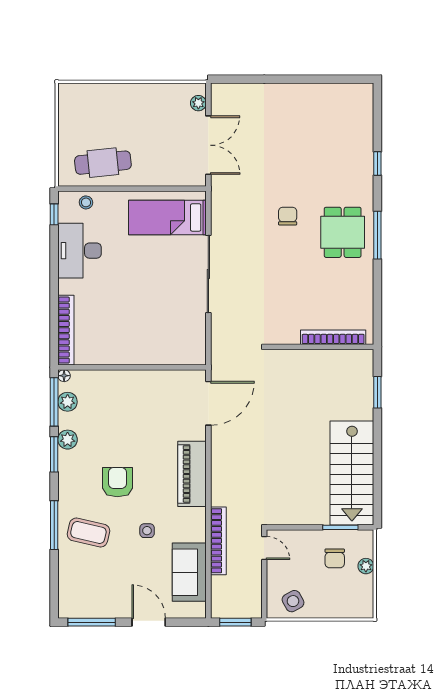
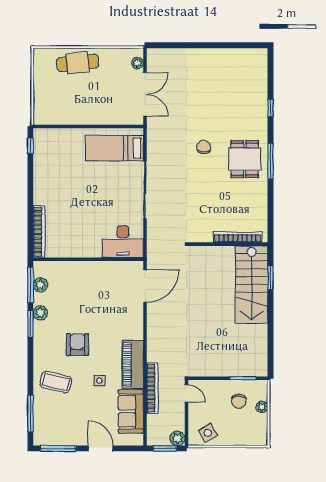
cafe table: (103, 163) -> (78, 63), moved
stool: (86, 202) -> (54, 137), removed
desk: (80, 251) -> (123, 242), moved, turned -90
floor lamp: (64, 376) -> (38, 266), removed
stairs: (352, 473) -> (252, 285), moved
piano: (192, 474) -> (133, 364), moved
window: (54, 525) -> (30, 413), moved
plant: (252, 608) -> (177, 438), added

